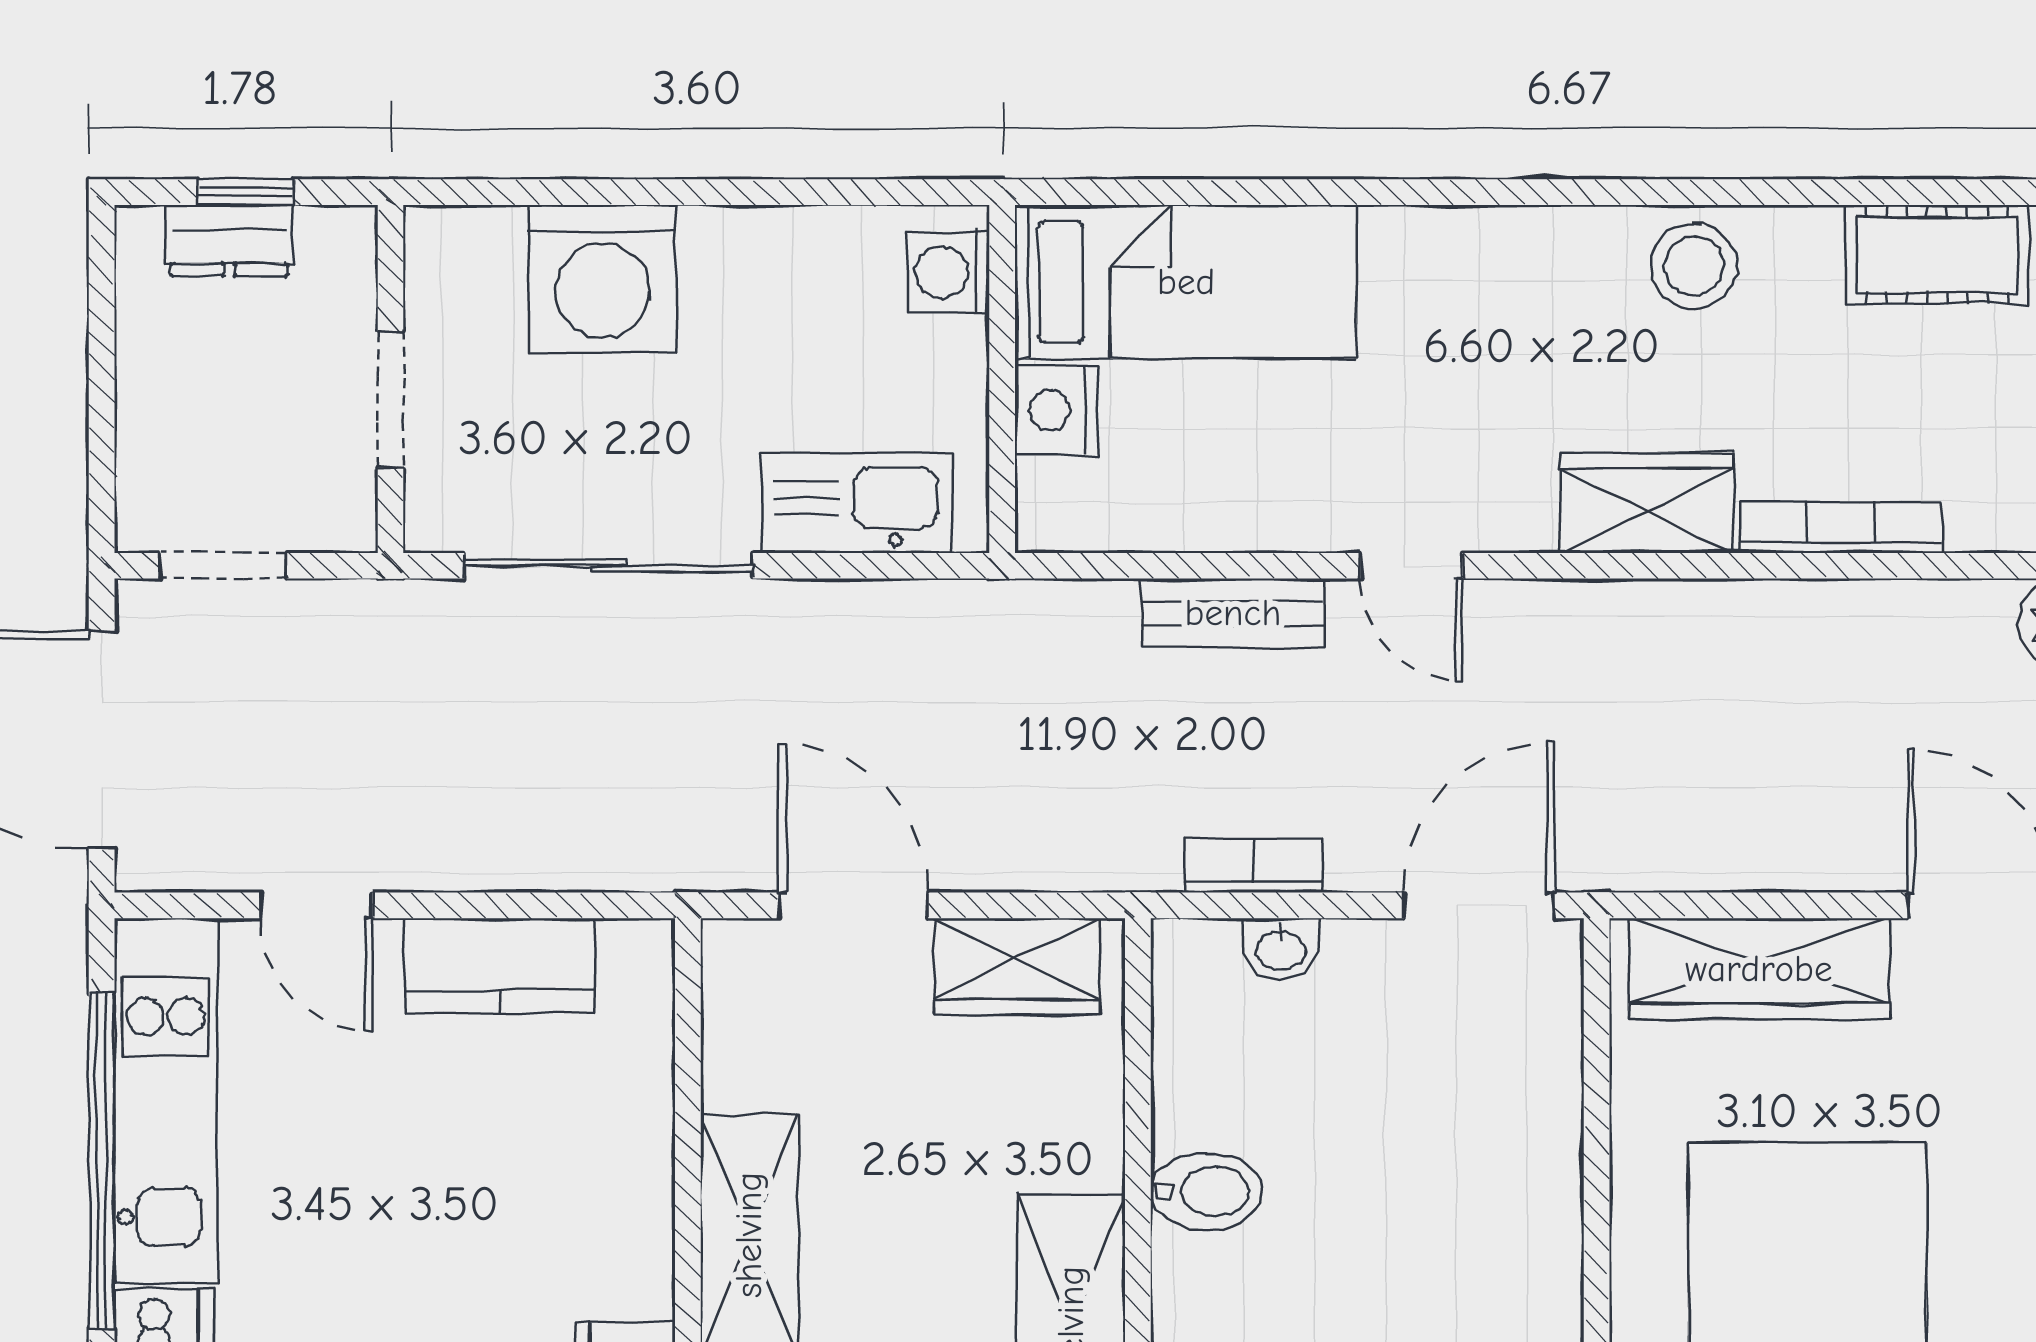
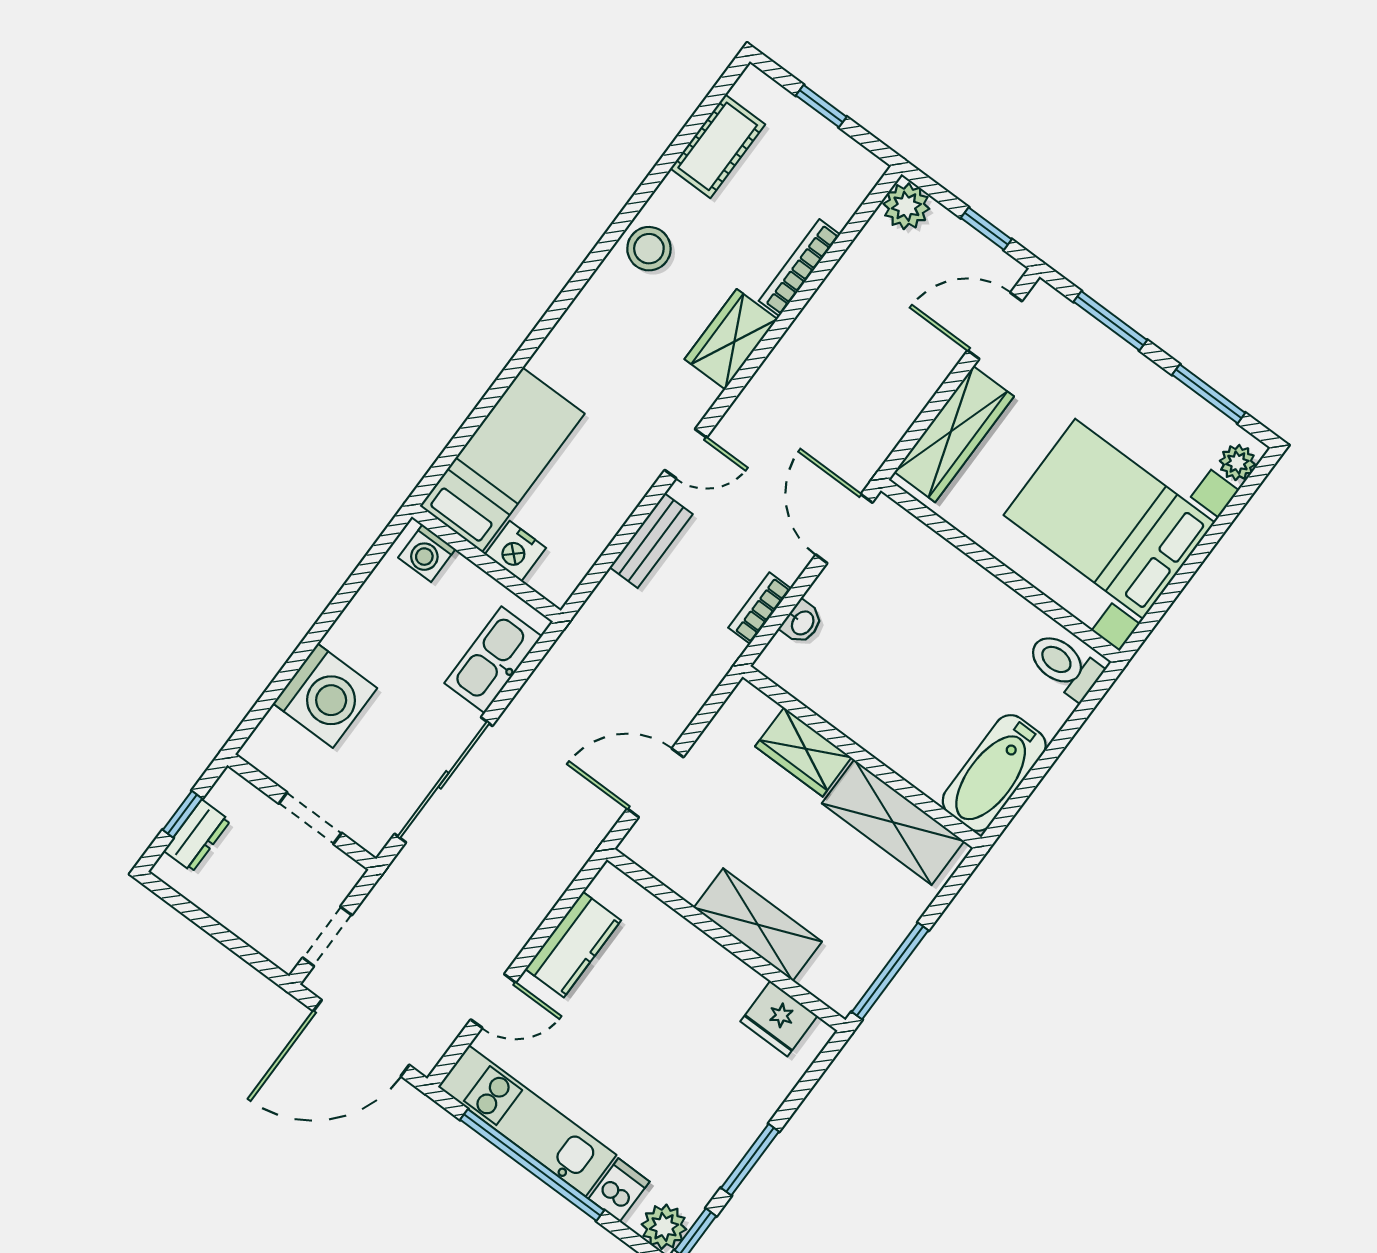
wardrobe: (1017, 966) -> (803, 752), moved, turned 90
bidet: (1206, 1192) -> (878, 726), removed

